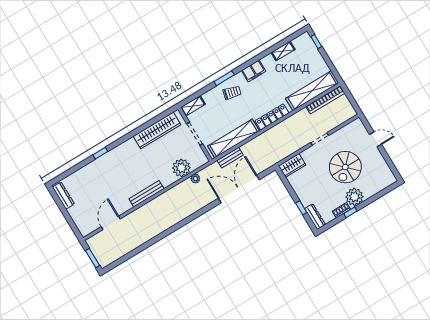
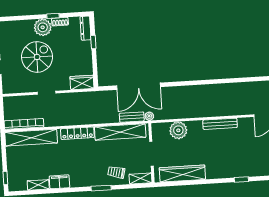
filing cabinet: (254, 71) -> (59, 182), moved
trolley: (232, 93) -> (116, 172), moved
plant: (195, 179) -> (149, 116), moved

